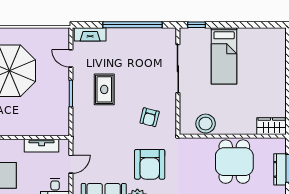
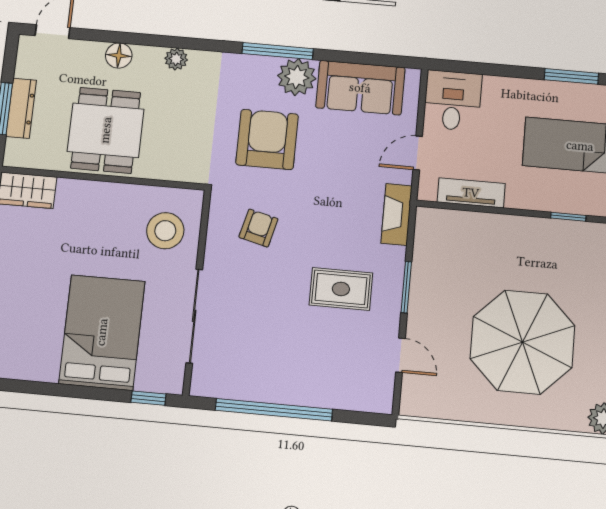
fireplace: (90, 34) -> (396, 214), moved, turned -90
bed: (224, 56) -> (102, 332), width x1.50
rug: (104, 89) -> (341, 289), turned 90
stool: (206, 124) -> (165, 231), moved

